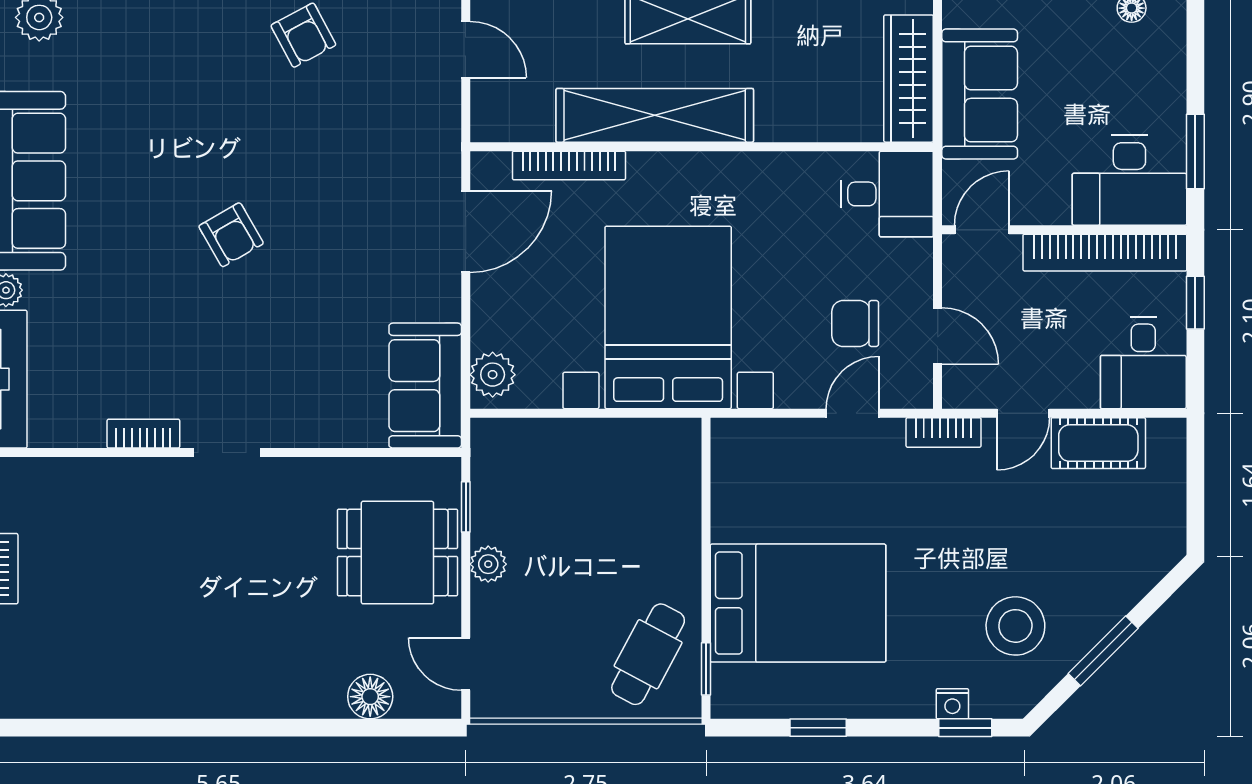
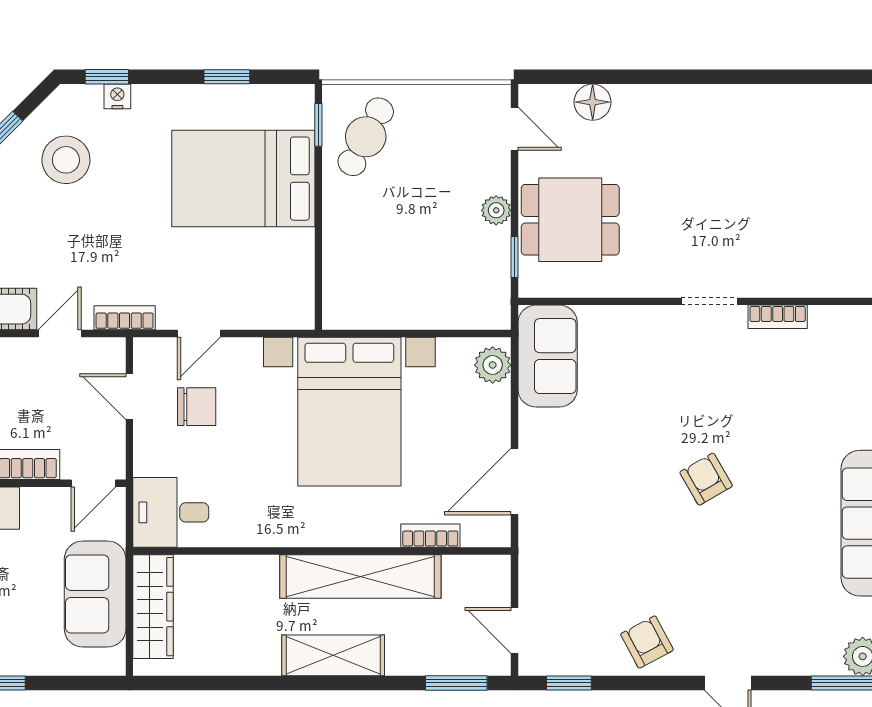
bookcase: (569, 165) -> (430, 536), width x0.64

